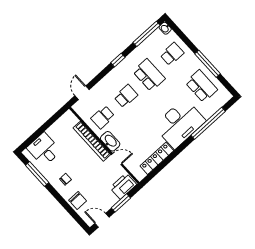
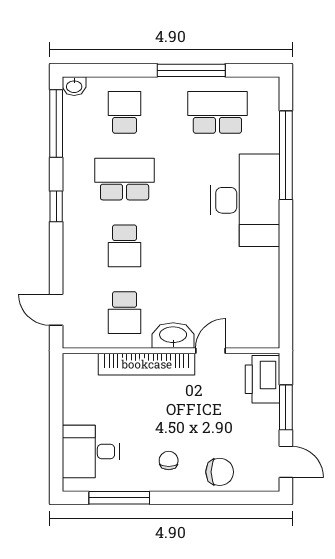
school desk: (126, 96) -> (125, 246), turned 180
locker: (157, 158) -> (267, 286), removed
door: (102, 220) -> (286, 462), swing flipped

